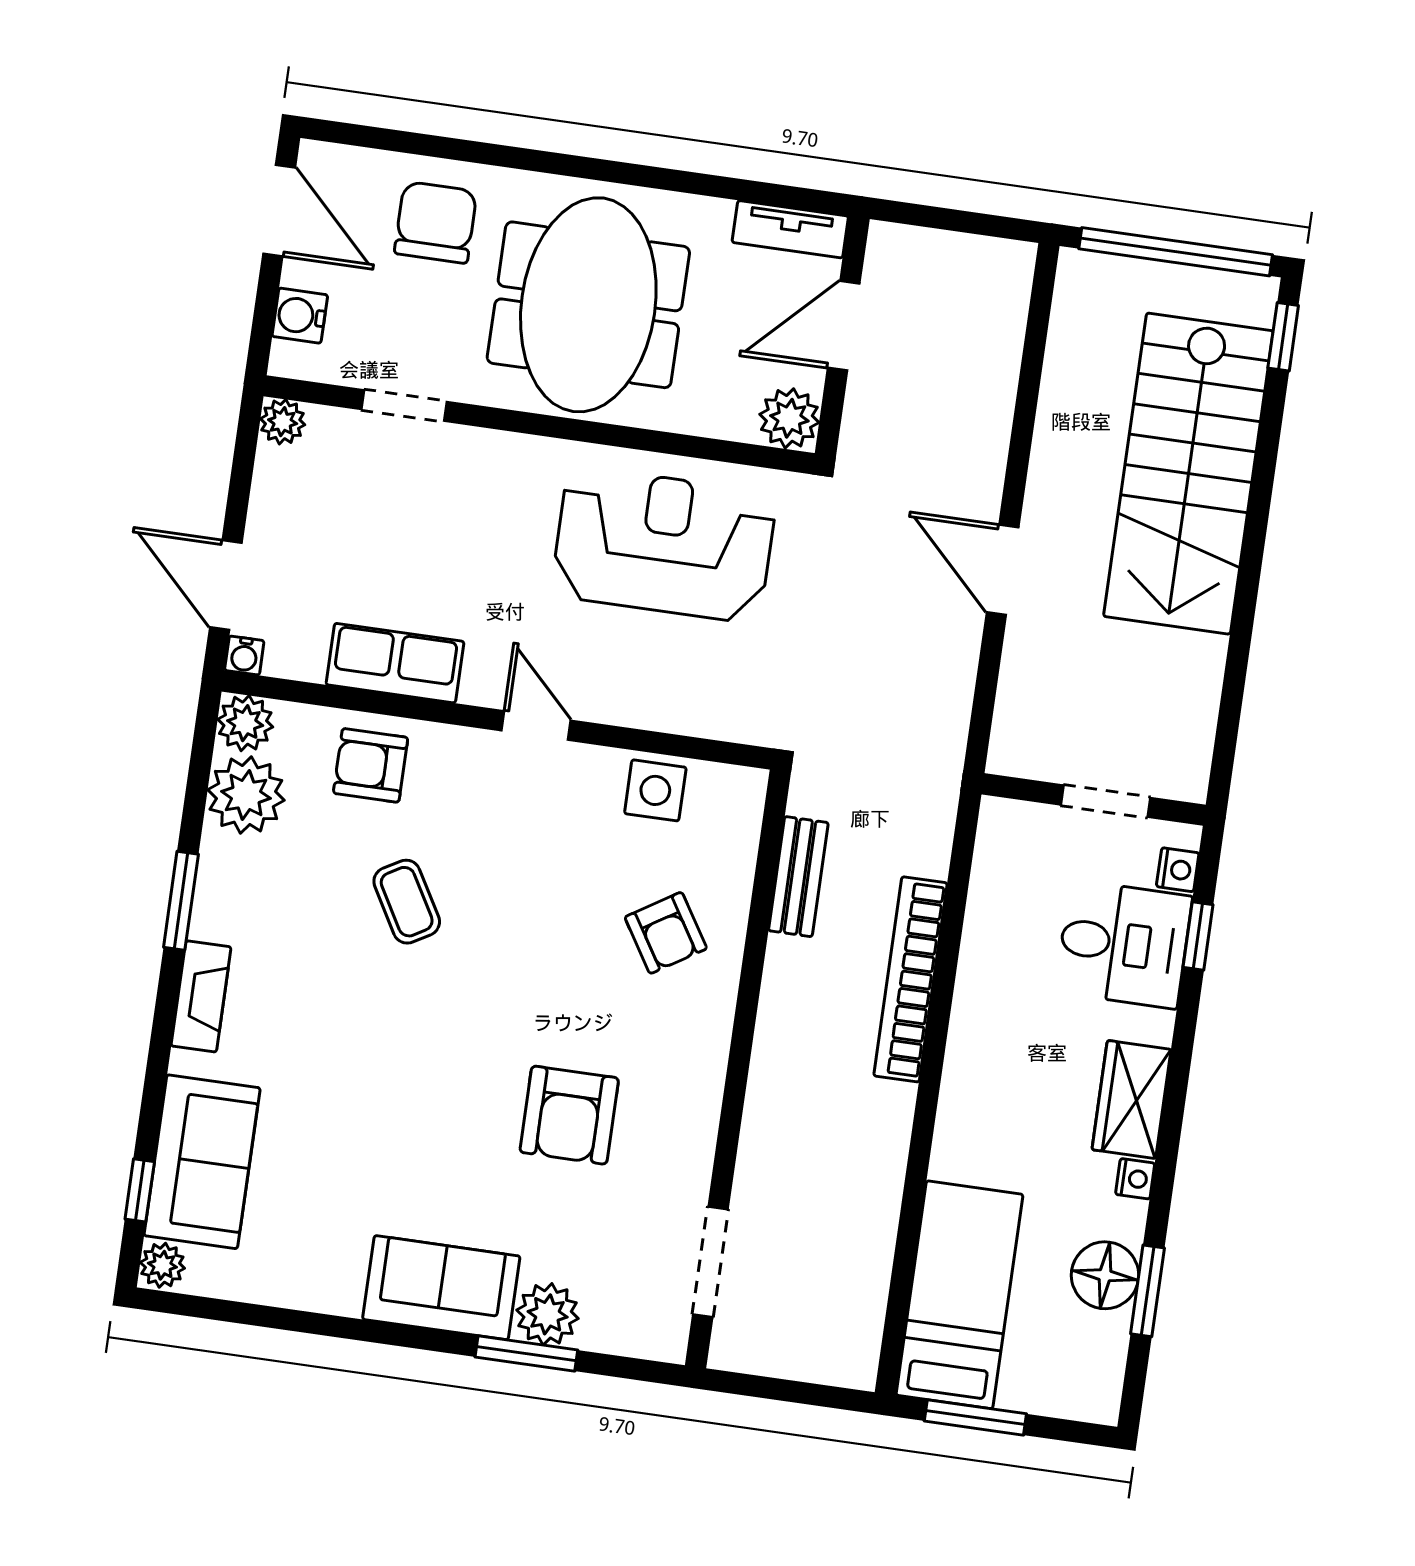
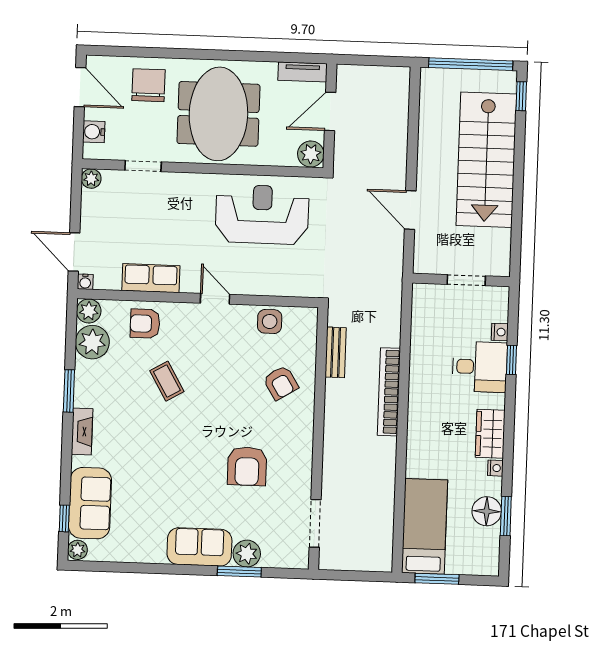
wall: (1094, 799) -> (461, 280), moved
doorway: (1105, 801) -> (466, 280), moved

